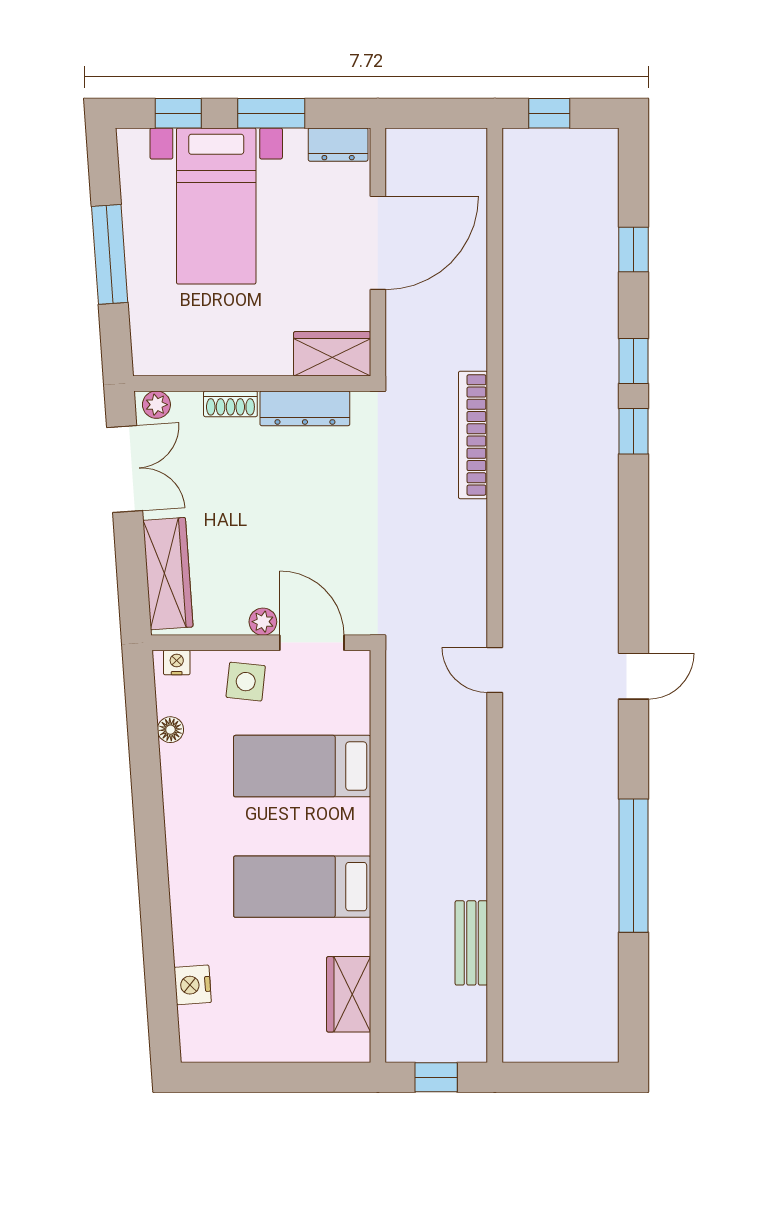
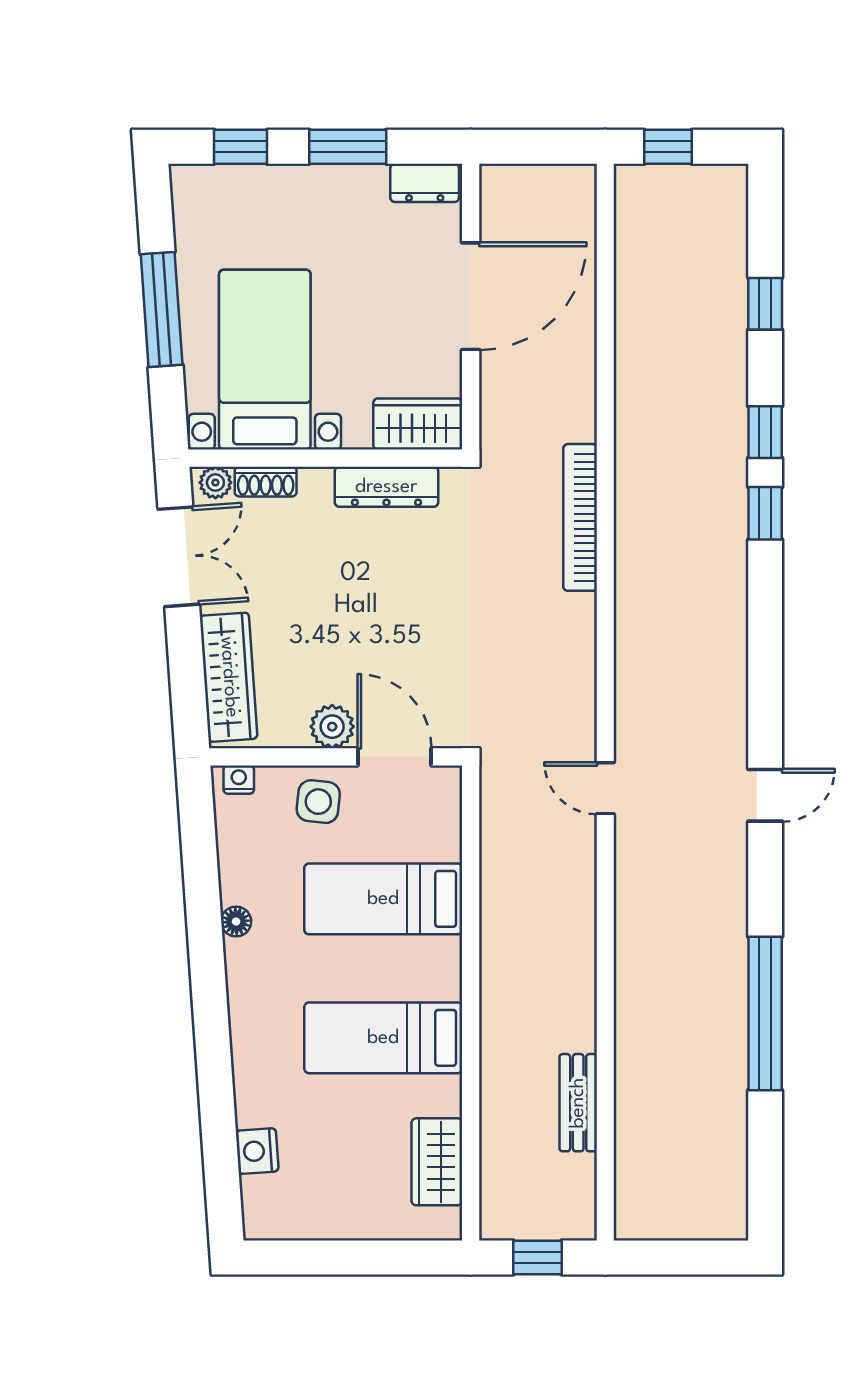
bed with nightstands: (216, 206) -> (265, 360), moved, turned 180
shoe rack: (230, 404) -> (266, 482), moved
plant: (263, 622) -> (332, 727), width x1.38, depth x1.38
floor lamp: (170, 730) -> (236, 922), moved

